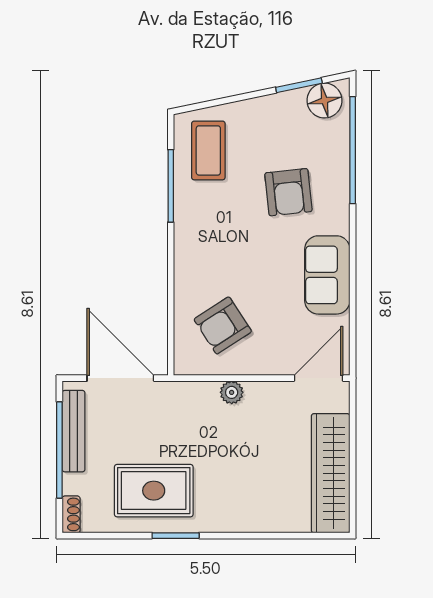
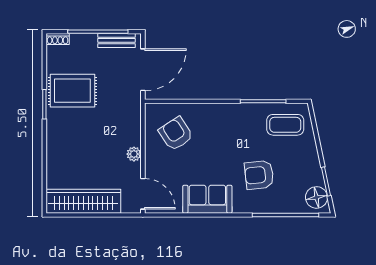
plant: (232, 392) -> (134, 154), moved
bench: (74, 431) -> (116, 40), width x0.73
rug: (154, 491) -> (72, 91), turned 90

